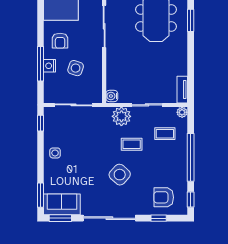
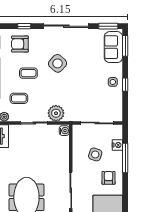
nightstand: (50, 66) -> (117, 145), moved
window: (41, 123) -> (125, 85), moved
coffee table: (132, 144) -> (28, 73), moved
armchair: (164, 197) -> (20, 44), turned 180
sofa: (62, 204) -> (113, 47), moved, turned 90

